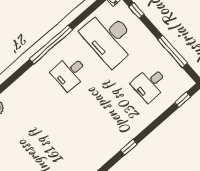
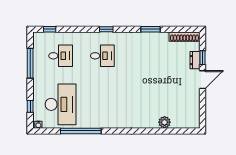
window: (51, 45) -> (81, 131), moved
desk: (70, 73) -> (102, 56), moved

